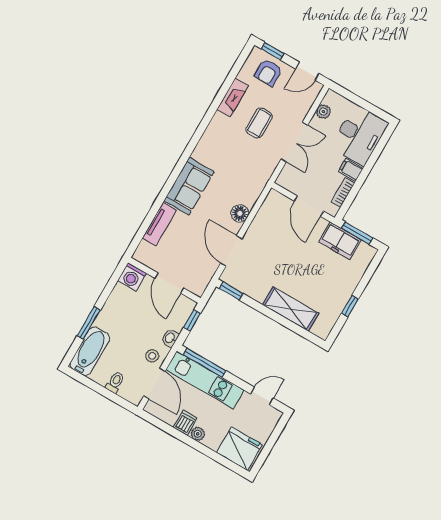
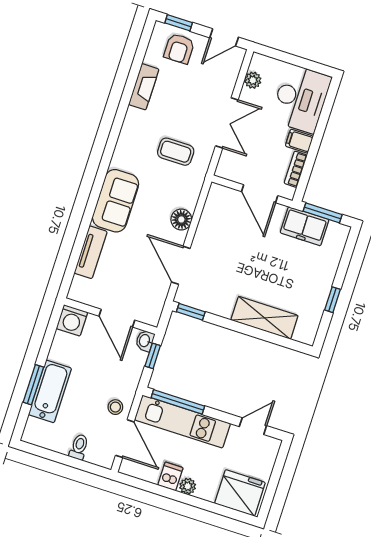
coffee table: (259, 123) -> (176, 152), moved, turned 90
washbasin: (170, 338) -> (145, 341), moved
bathtub: (90, 351) -> (50, 391), moved

